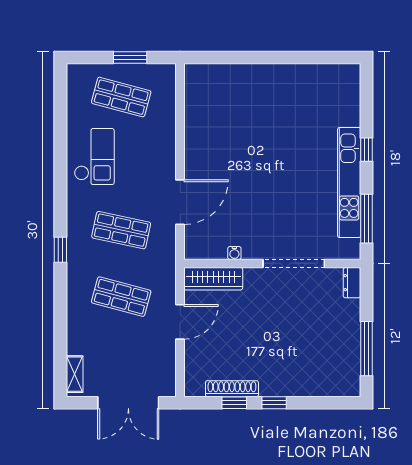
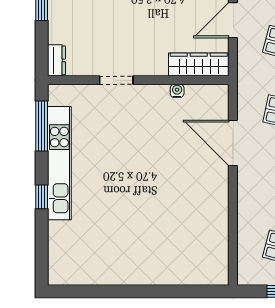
door: (180, 202) -> (233, 143), hinge flipped
doorway: (294, 263) -> (116, 80), width x0.53

